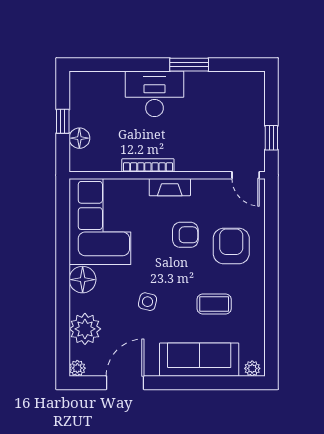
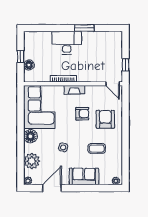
sofa: (199, 360) -> (84, 176), width x0.73

